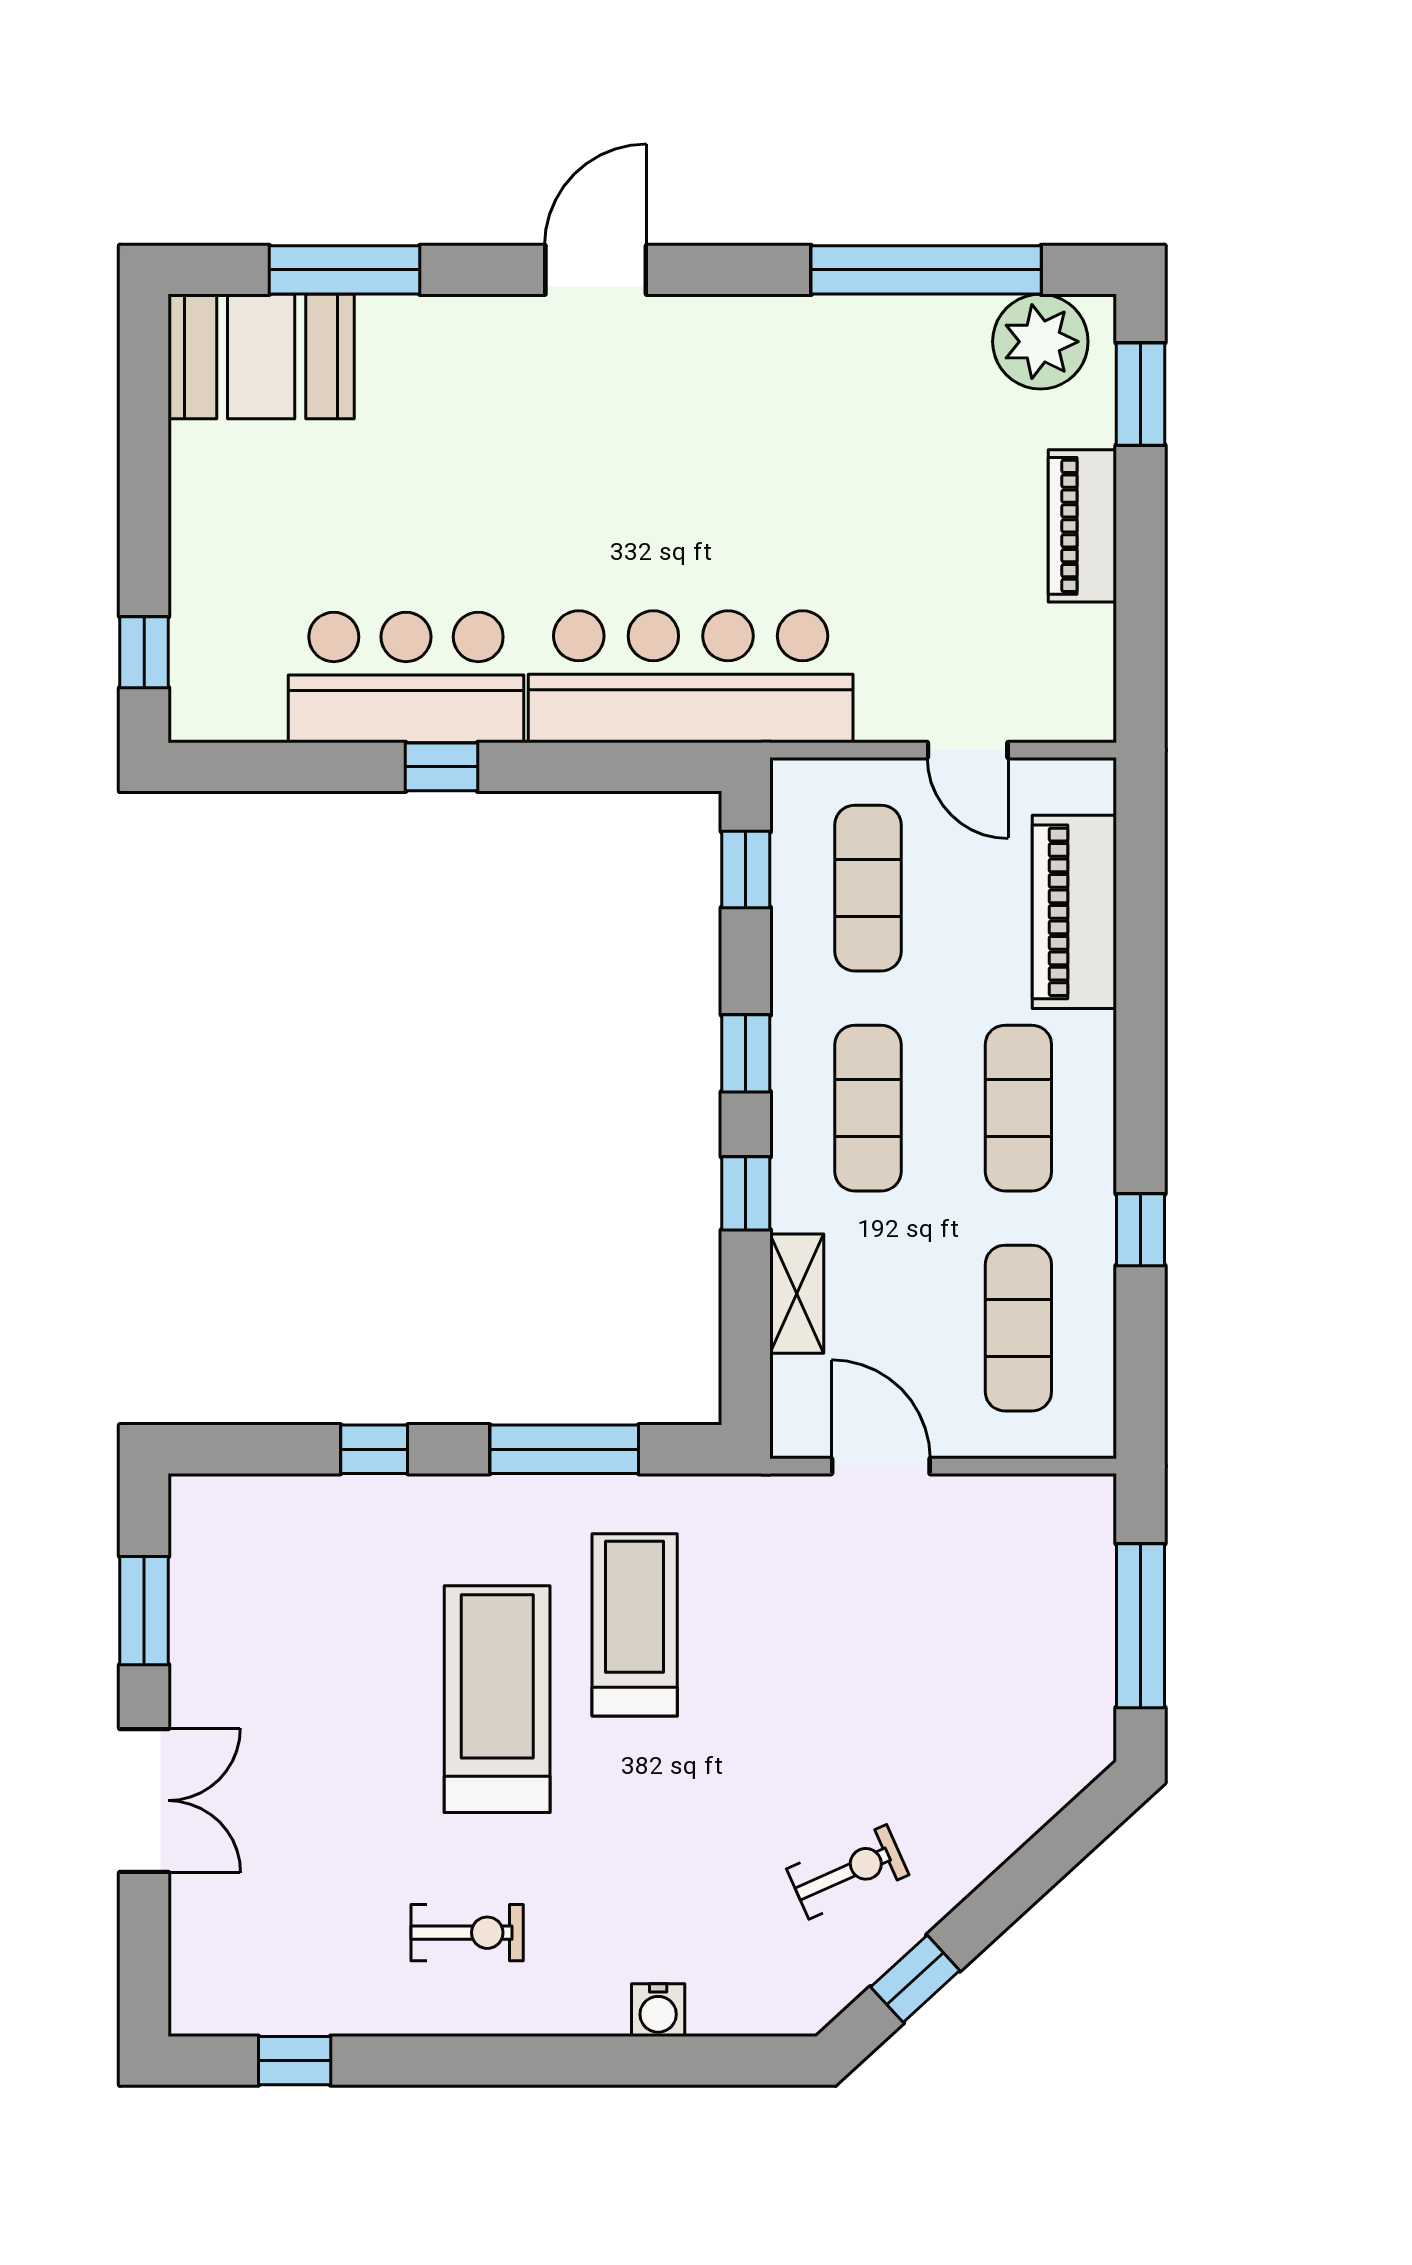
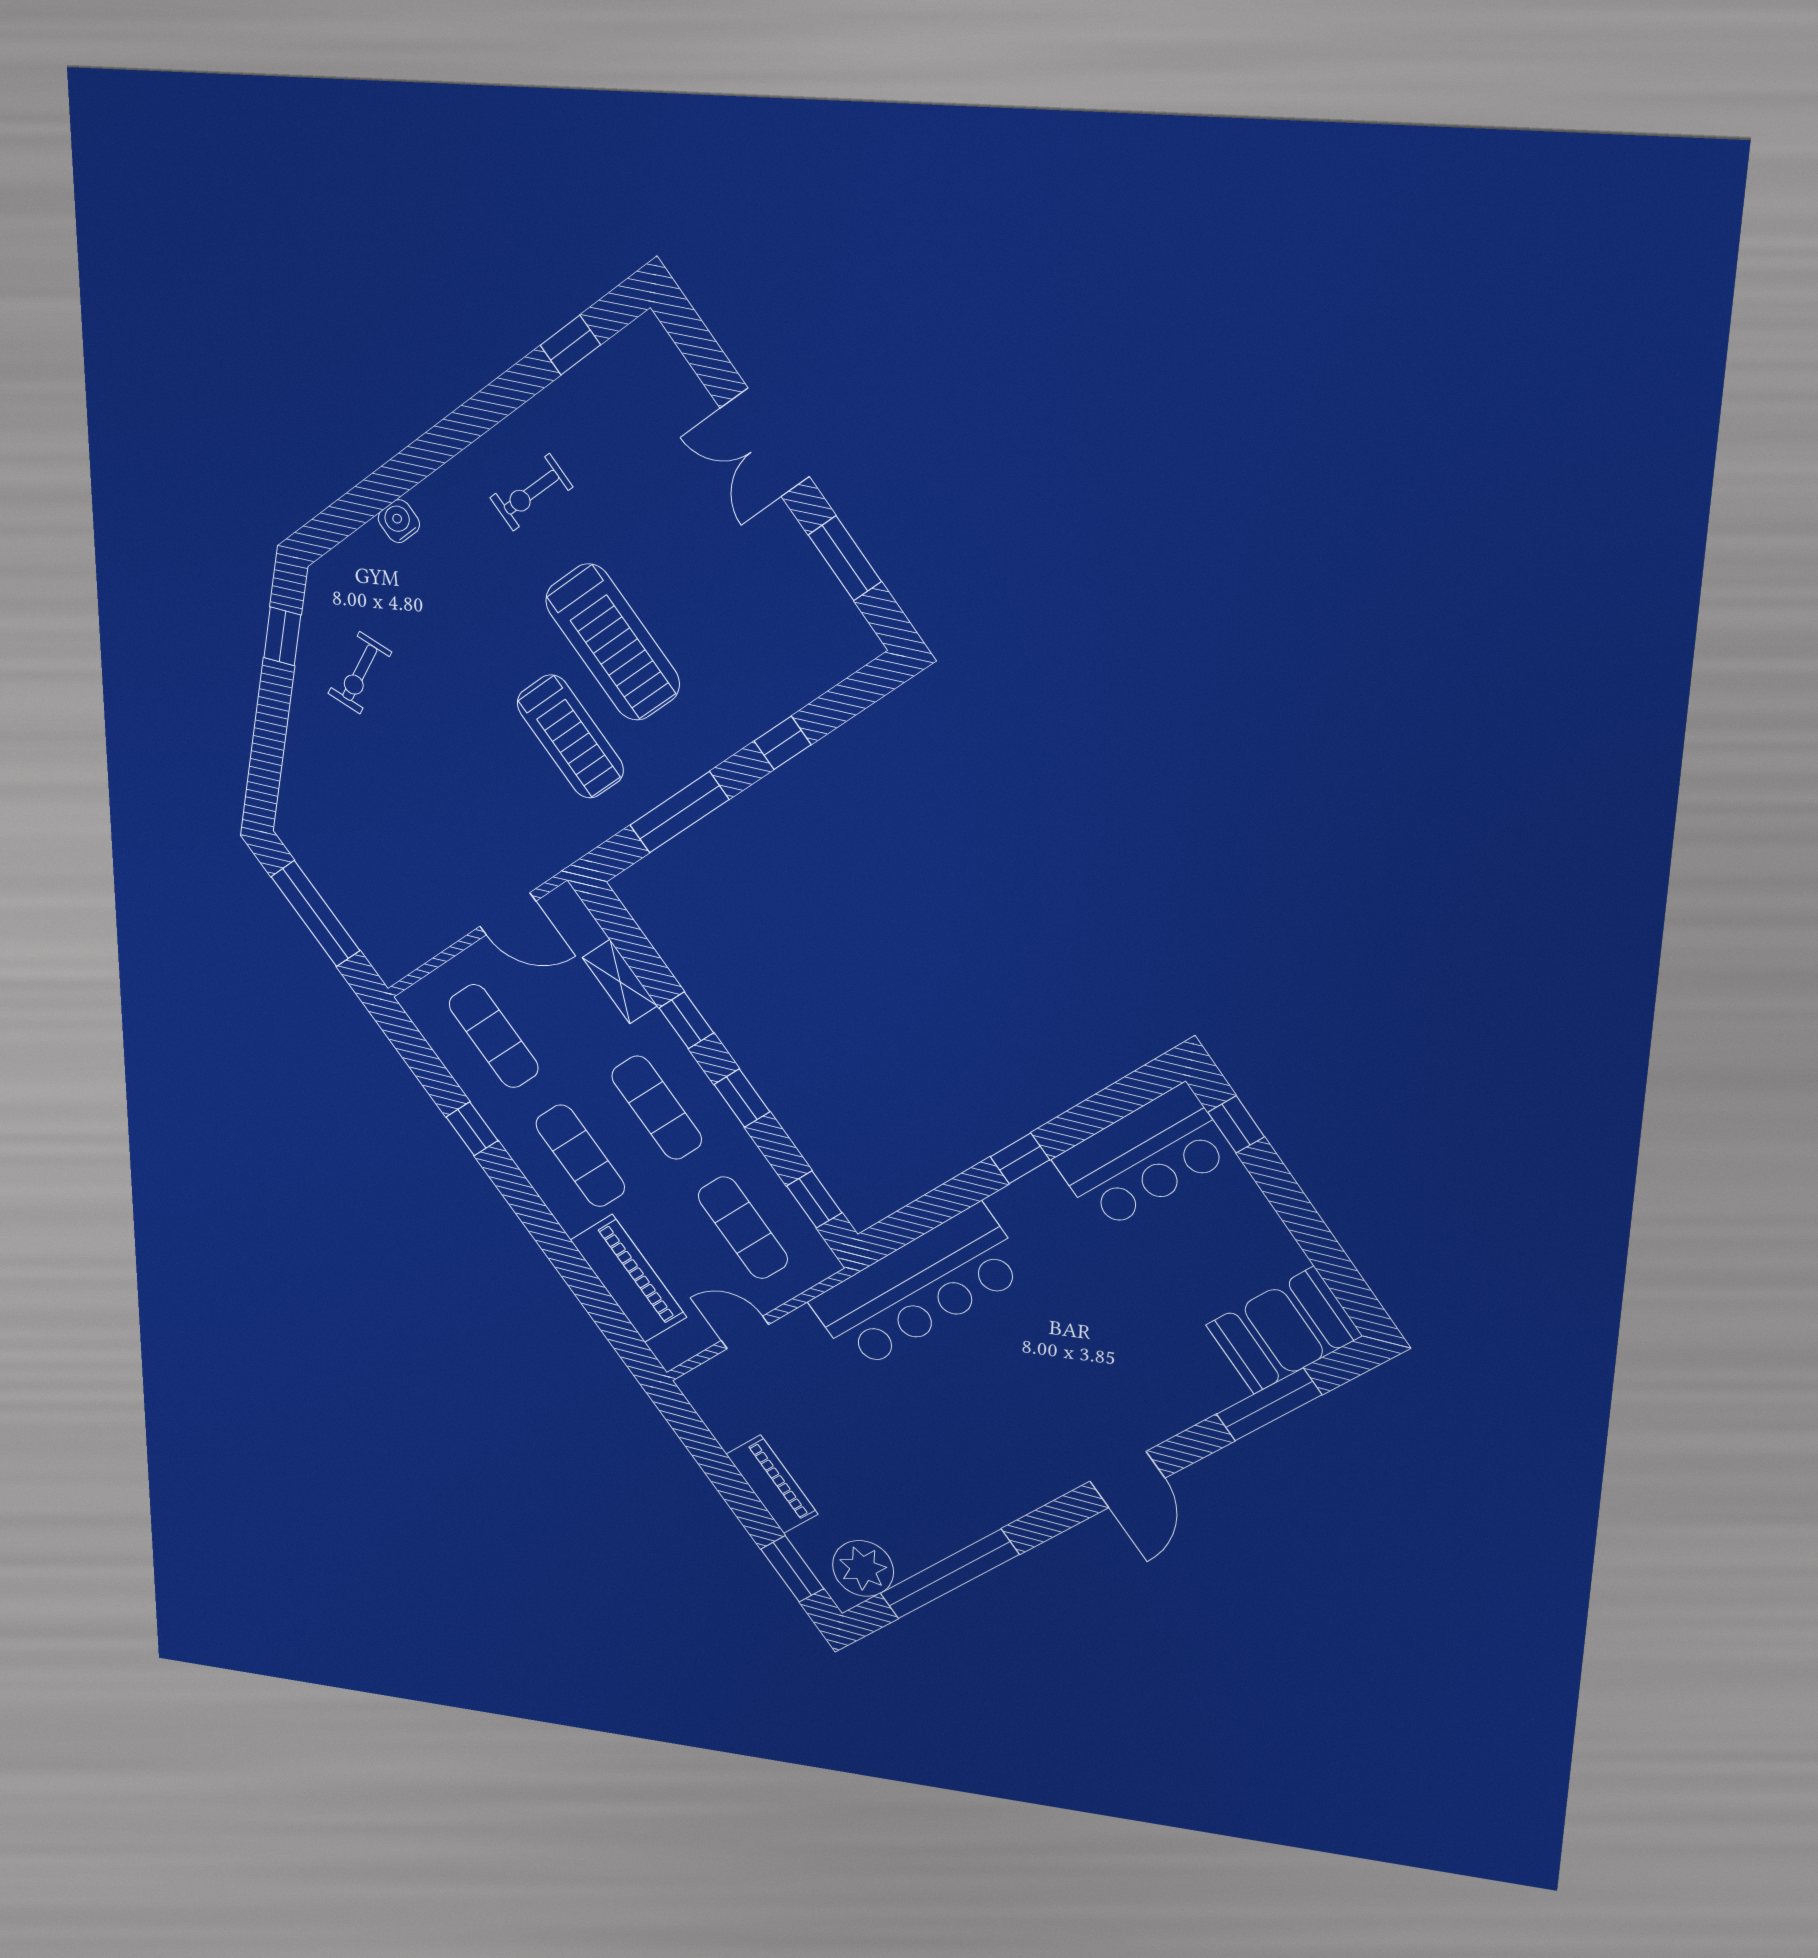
bar counter: (406, 677) -> (1144, 1157), moved

